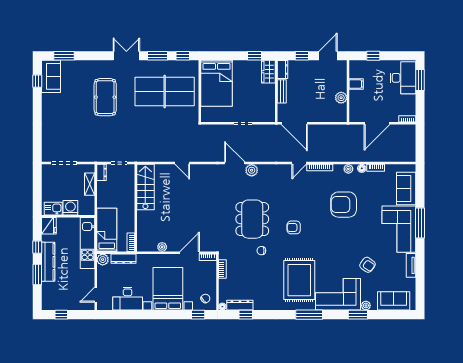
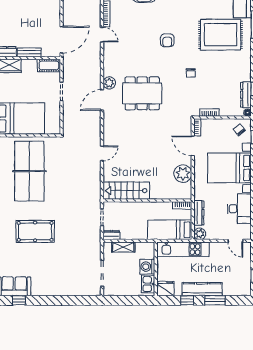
cot: (269, 111) -> (49, 65), added
dining table: (252, 219) -> (142, 93), moved
plant: (162, 247) -> (183, 174), width x1.87, depth x1.87

